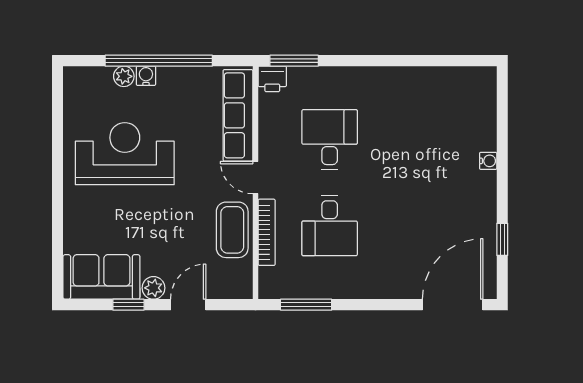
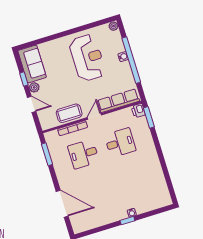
plant: (124, 76) -> (114, 26), moved
window: (502, 239) -> (127, 221), moved
door: (453, 305) -> (62, 204), moved

